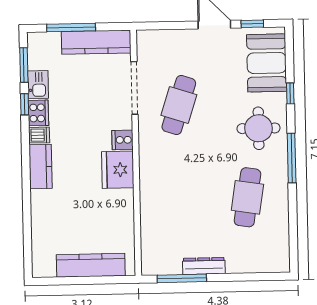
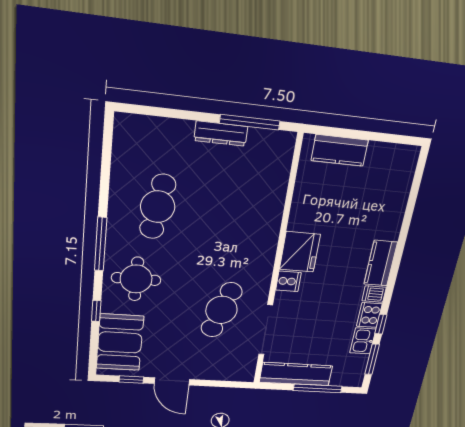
kitchen counter: (91, 265) -> (340, 150), width x0.67

